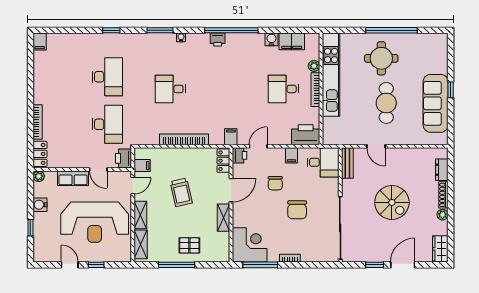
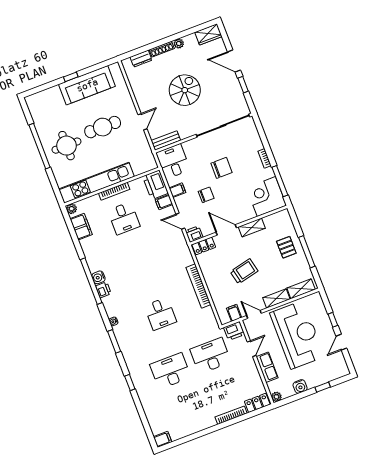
water cooler: (272, 39) -> (99, 277), moved
plant: (314, 66) -> (72, 209), moved
filing cabinet: (231, 137) -> (164, 202), moved

